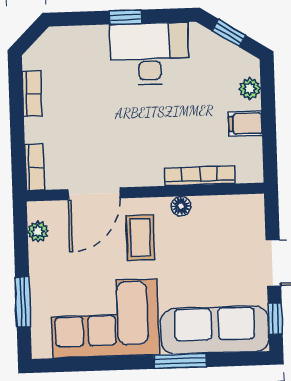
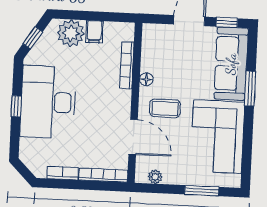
desk: (149, 54) -> (48, 102), width x1.36, depth x1.30
plant: (250, 89) -> (71, 33), width x1.87, depth x1.87
bookcase: (35, 167) -> (103, 175), width x1.56

